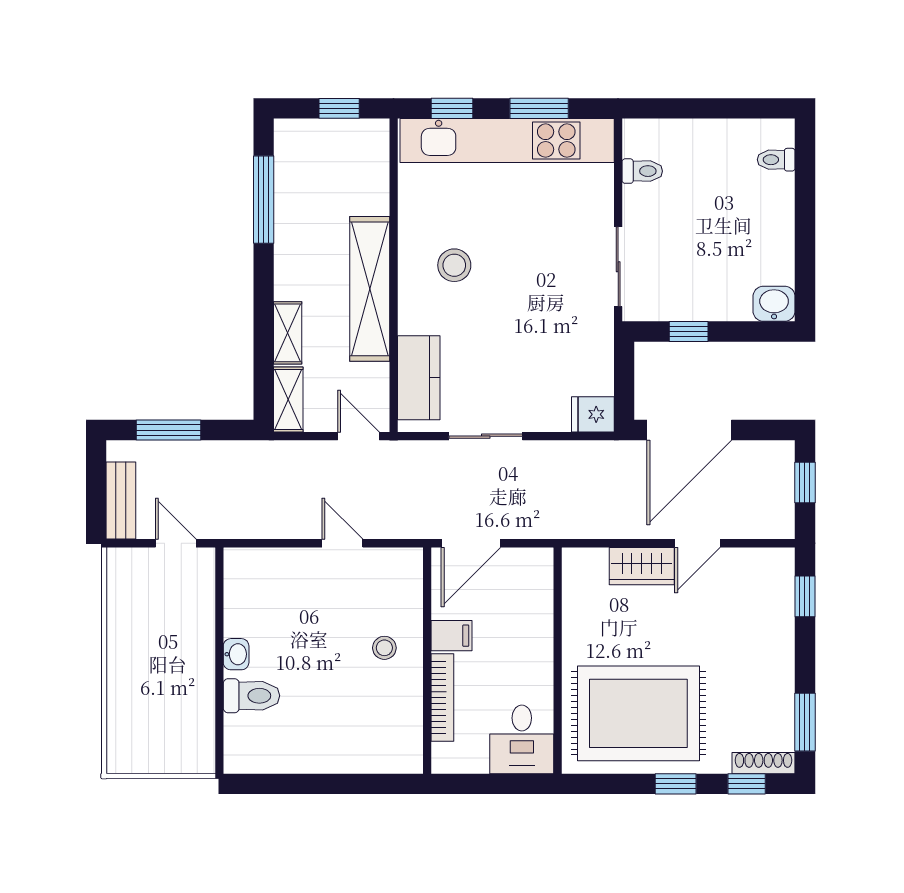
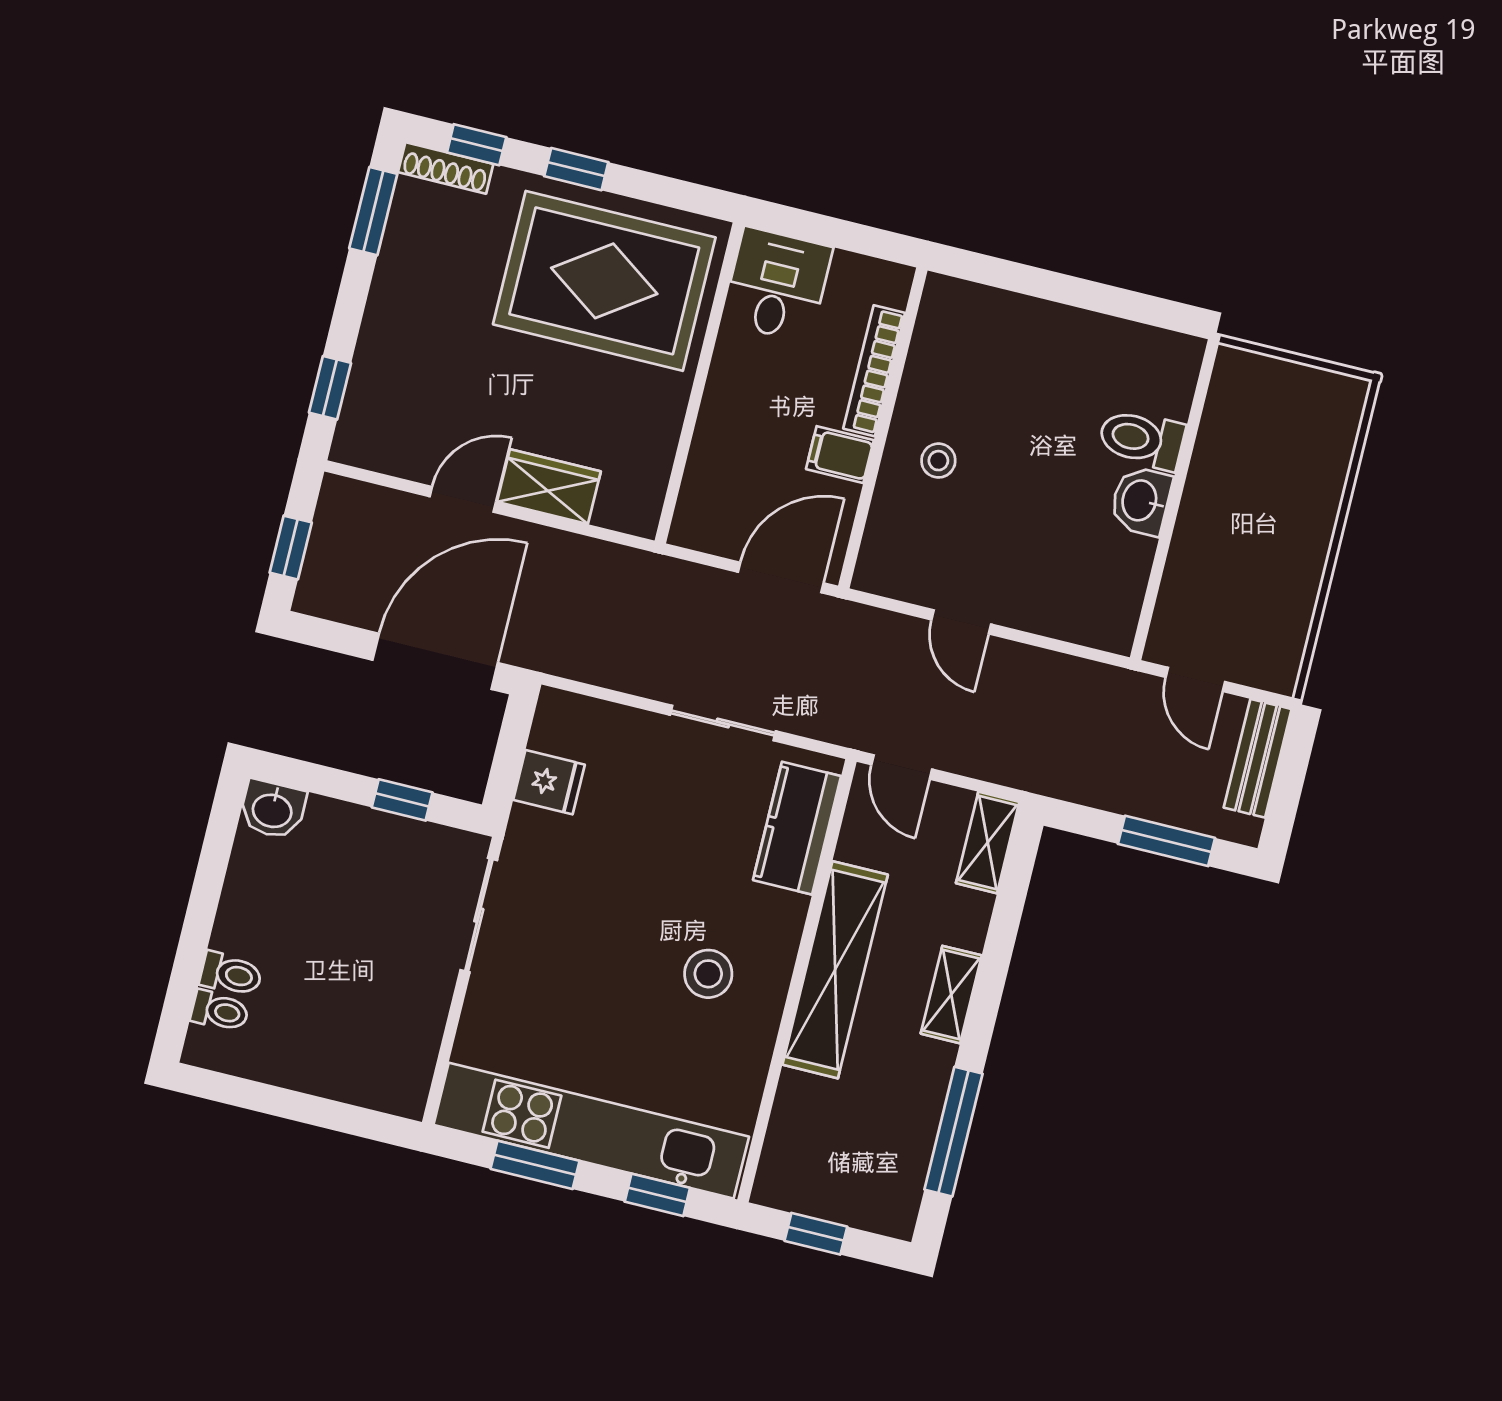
toilet: (642, 171) -> (231, 974), moved, turned 180
shelving: (288, 333) -> (951, 995), moved
fridge: (593, 414) -> (549, 782), moved
washbasin: (236, 654) -> (1141, 501), width x1.38, depth x1.45

